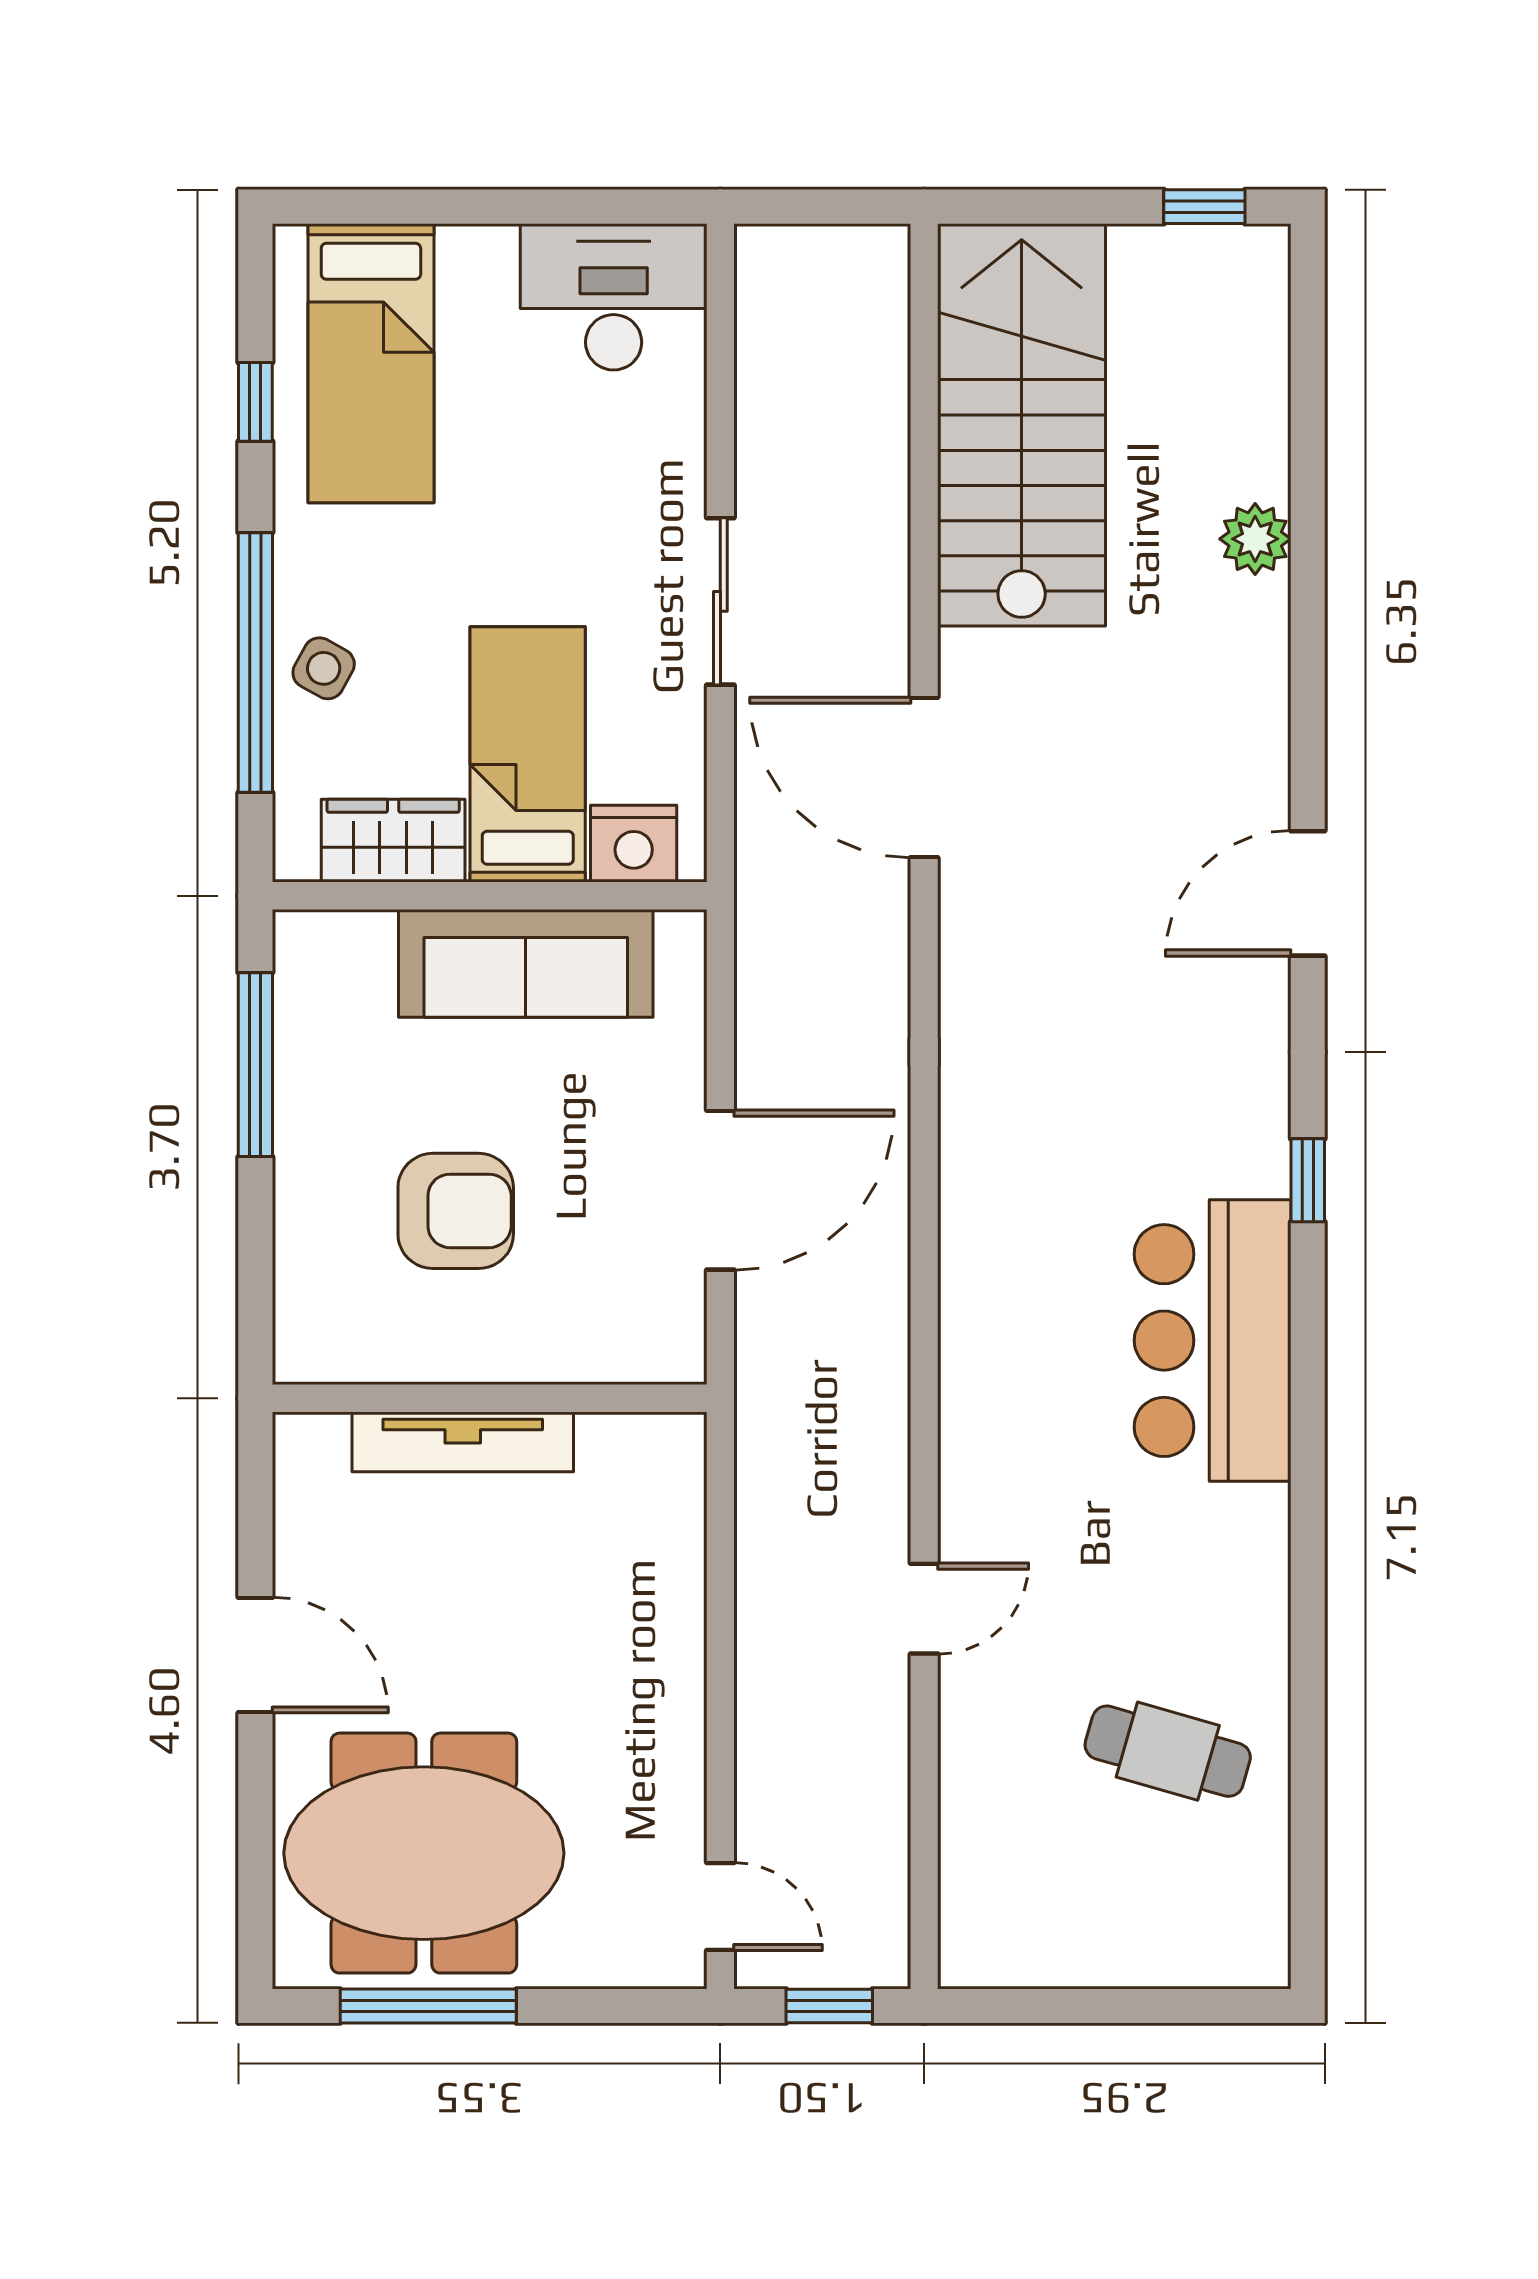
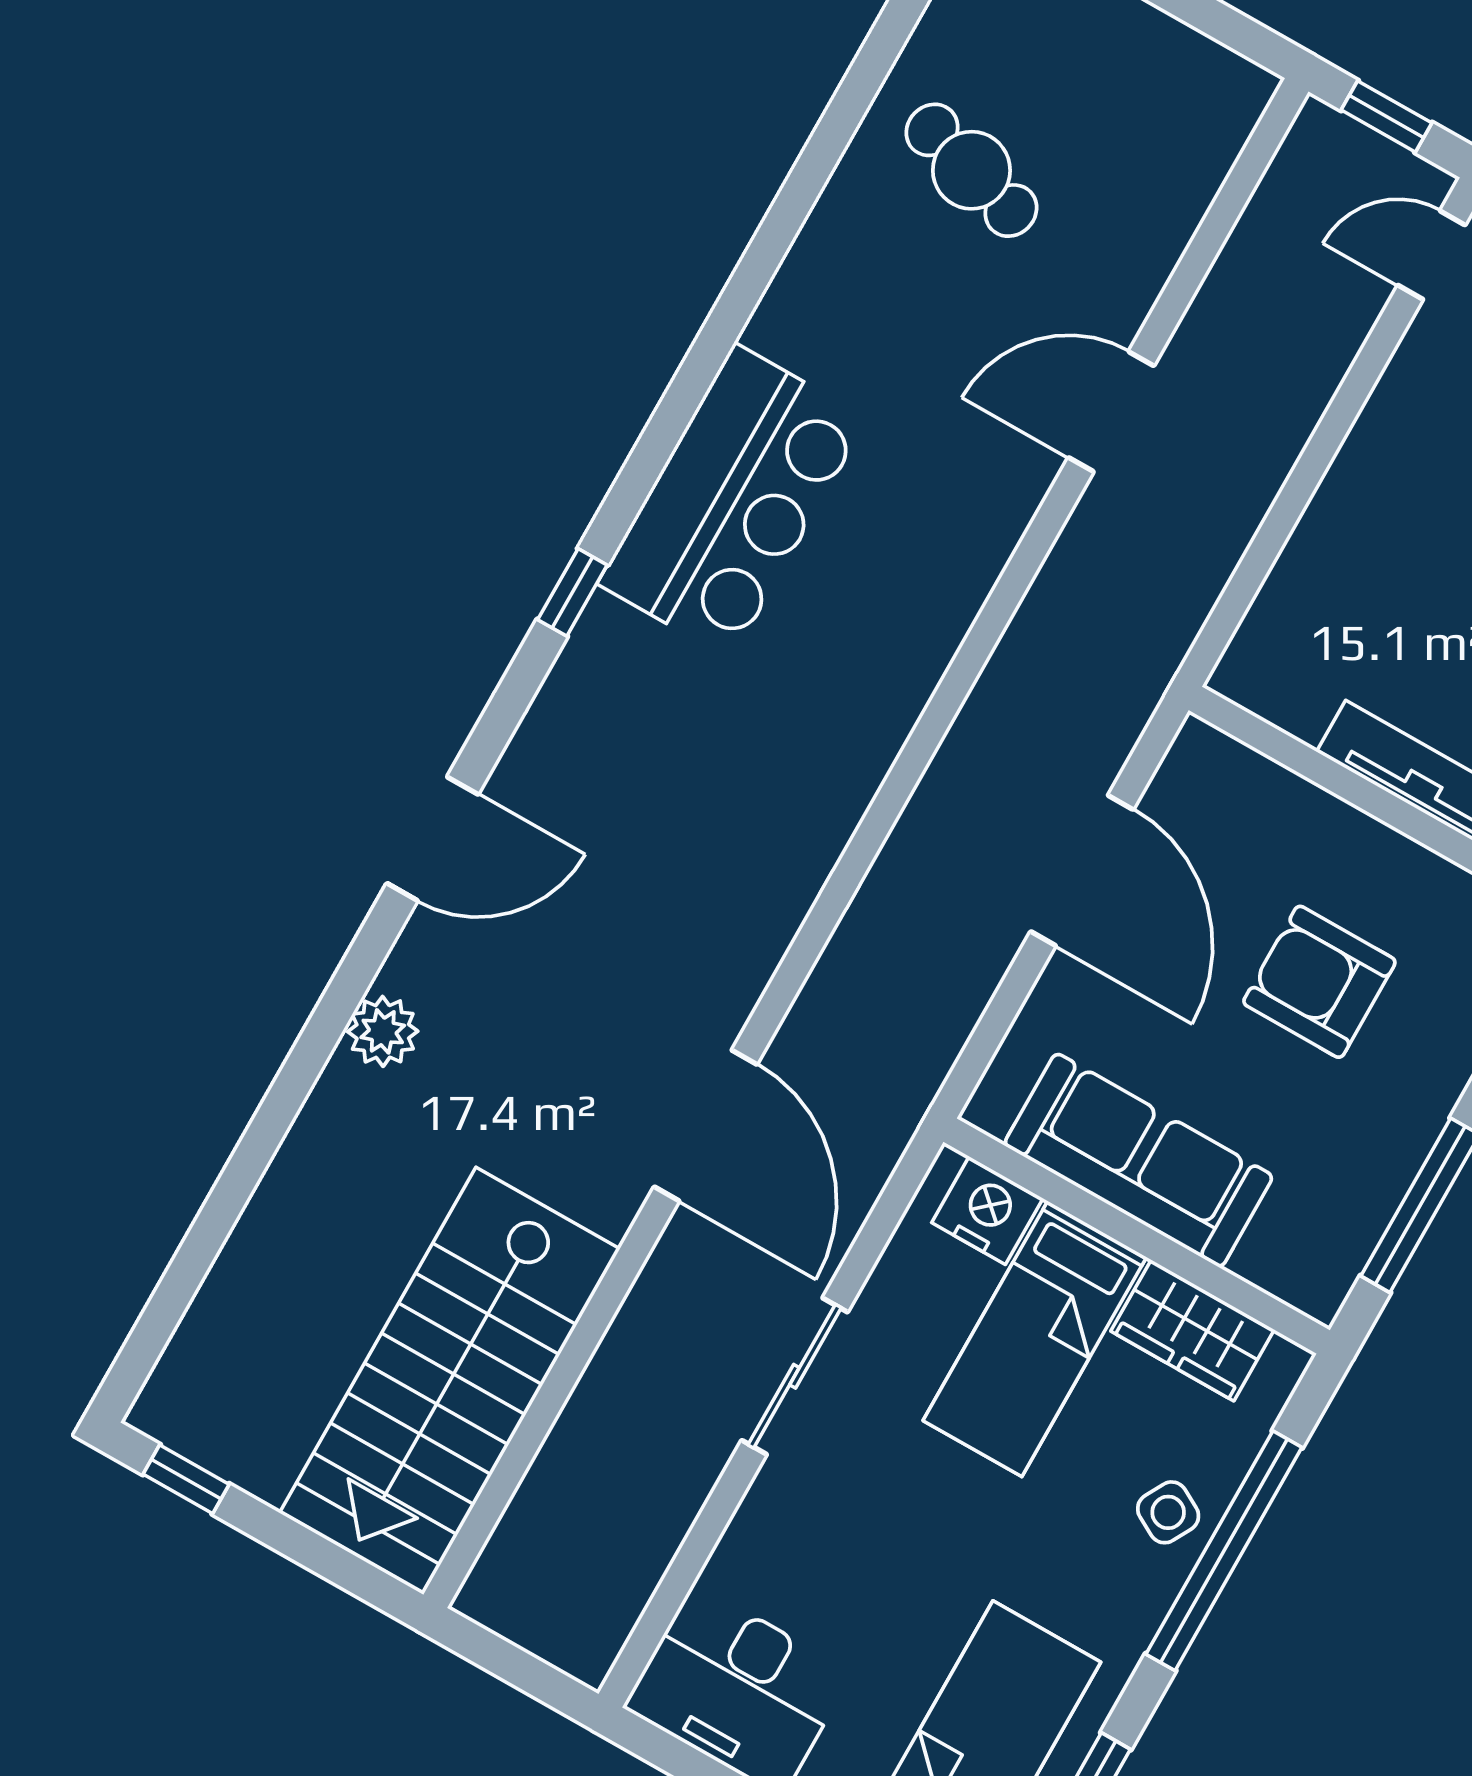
plant: (1255, 539) -> (383, 1031), moved
door: (720, 1190) -> (1082, 870), swing flipped
door: (924, 1609) -> (1111, 412), width x1.38
door: (720, 1907) -> (1431, 255), hinge flipped

